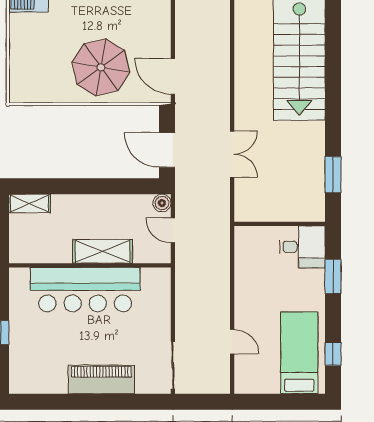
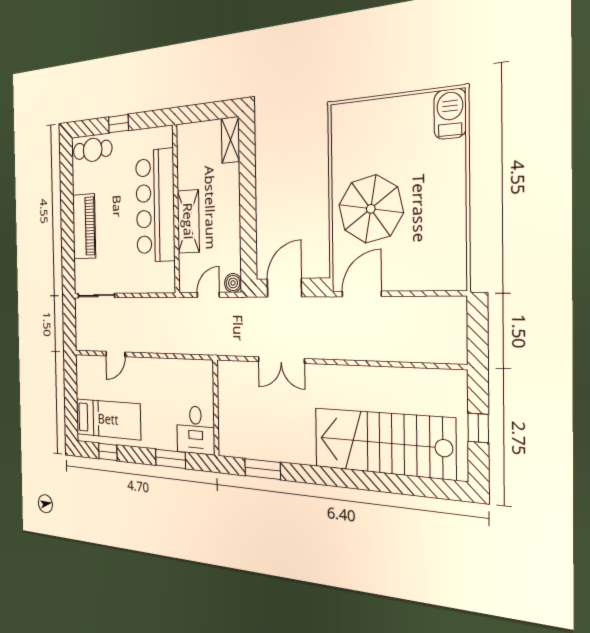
cafe table: (24, 366) -> (93, 150), added

